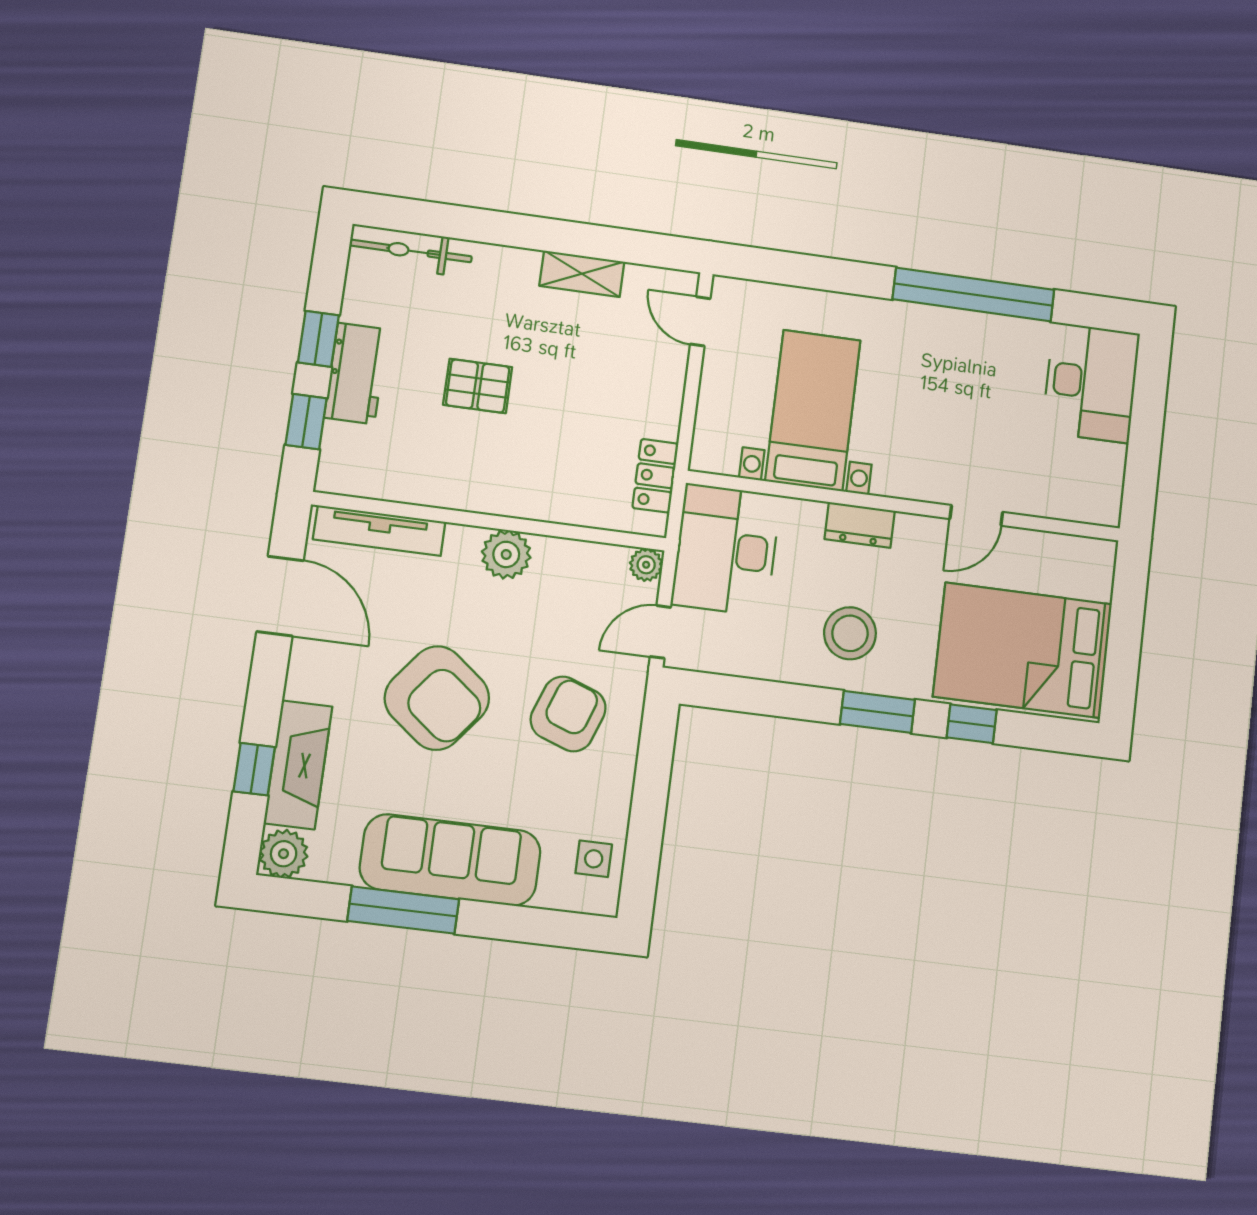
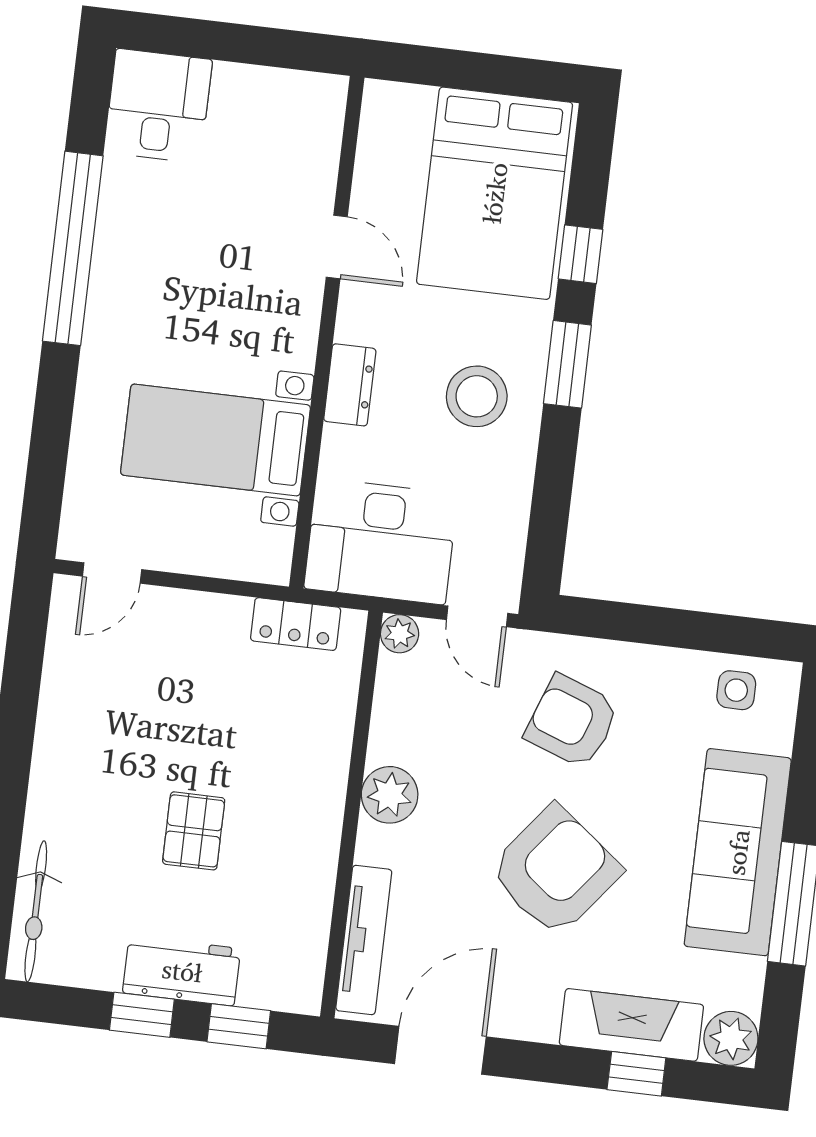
shelving: (582, 274) -> (58, 712), removed
desk: (1091, 383) -> (158, 106), width x0.73

